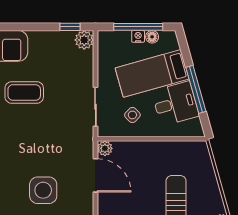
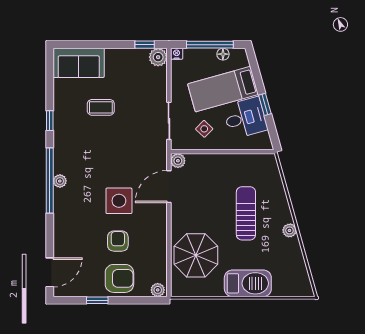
nightstand: (138, 36) -> (177, 54), moved
window: (196, 89) -> (265, 104), width x0.46
coffee table: (24, 92) -> (101, 107), width x0.73, depth x0.77
door: (95, 175) -> (169, 187), swing flipped

